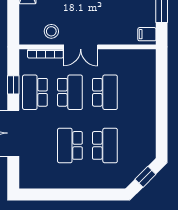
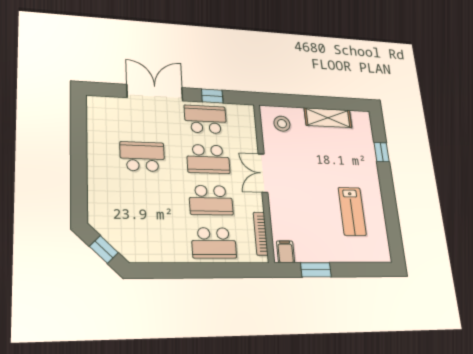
stool: (51, 31) -> (282, 124), moved
bookcase: (45, 54) -> (261, 234), moved
school desk: (105, 145) -> (214, 243), moved

